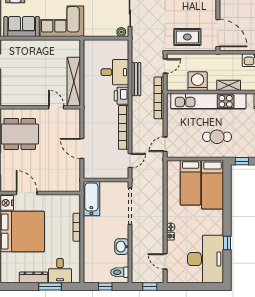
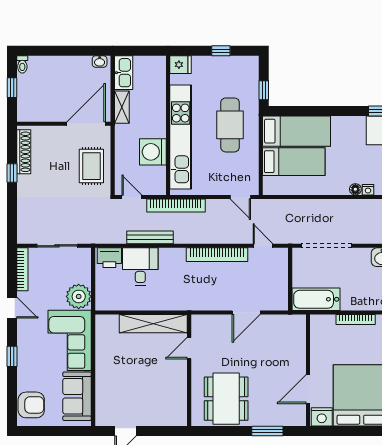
plant: (121, 32) -> (79, 296), moved, width x1.88, depth x1.88
shelving: (229, 85) -> (122, 107), moved
printer: (121, 96) -> (109, 258), moved
cafe table: (217, 137) -> (230, 125), width x1.37, depth x1.35

